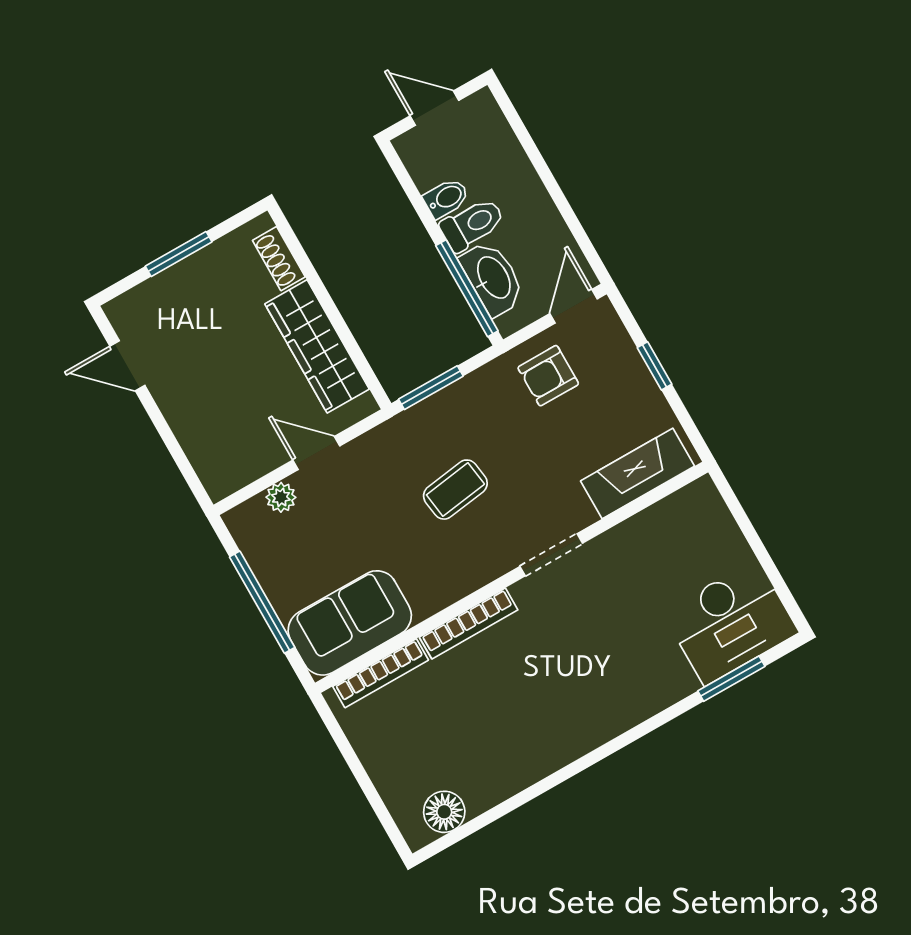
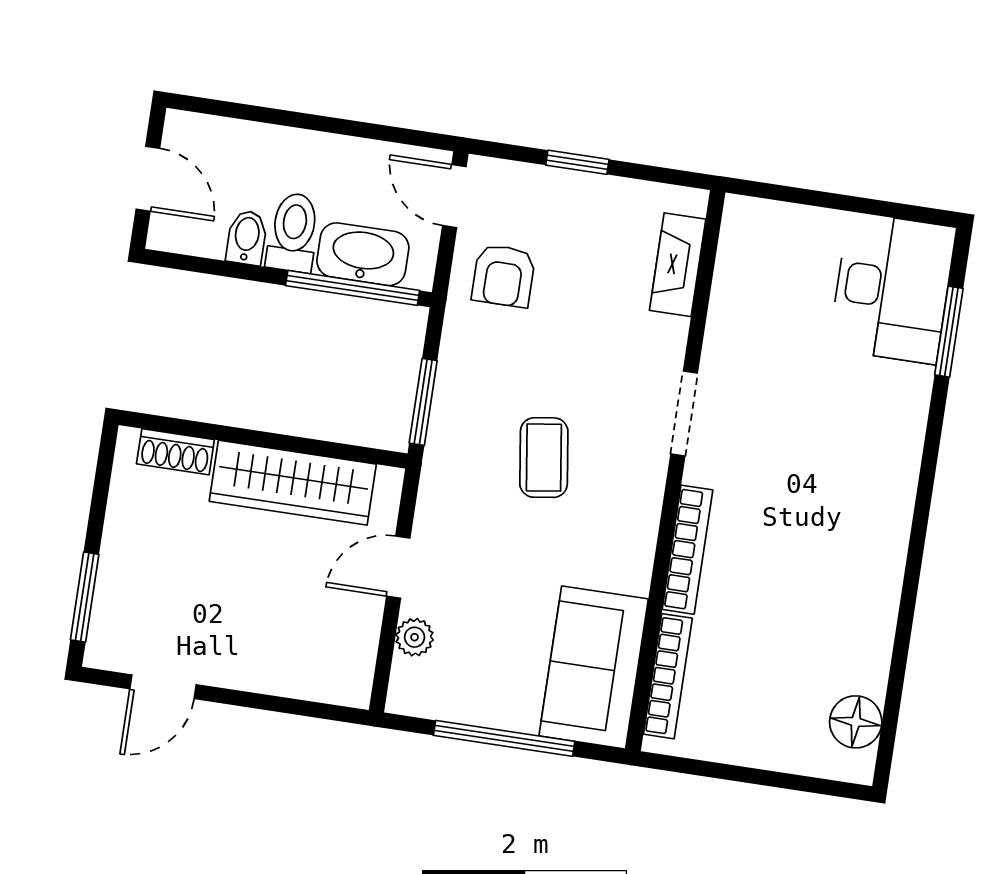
door: (434, 108) -> (148, 179), swing flipped
window: (179, 254) -> (85, 597), moved
fireplace: (637, 473) -> (678, 265), width x0.73, depth x0.76

